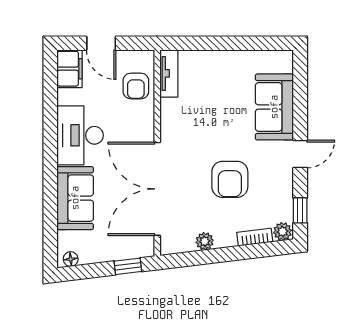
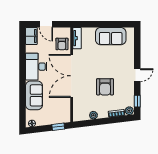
sofa: (274, 107) -> (111, 36), moved, turned -90
double door: (157, 189) -> (72, 76), moved

